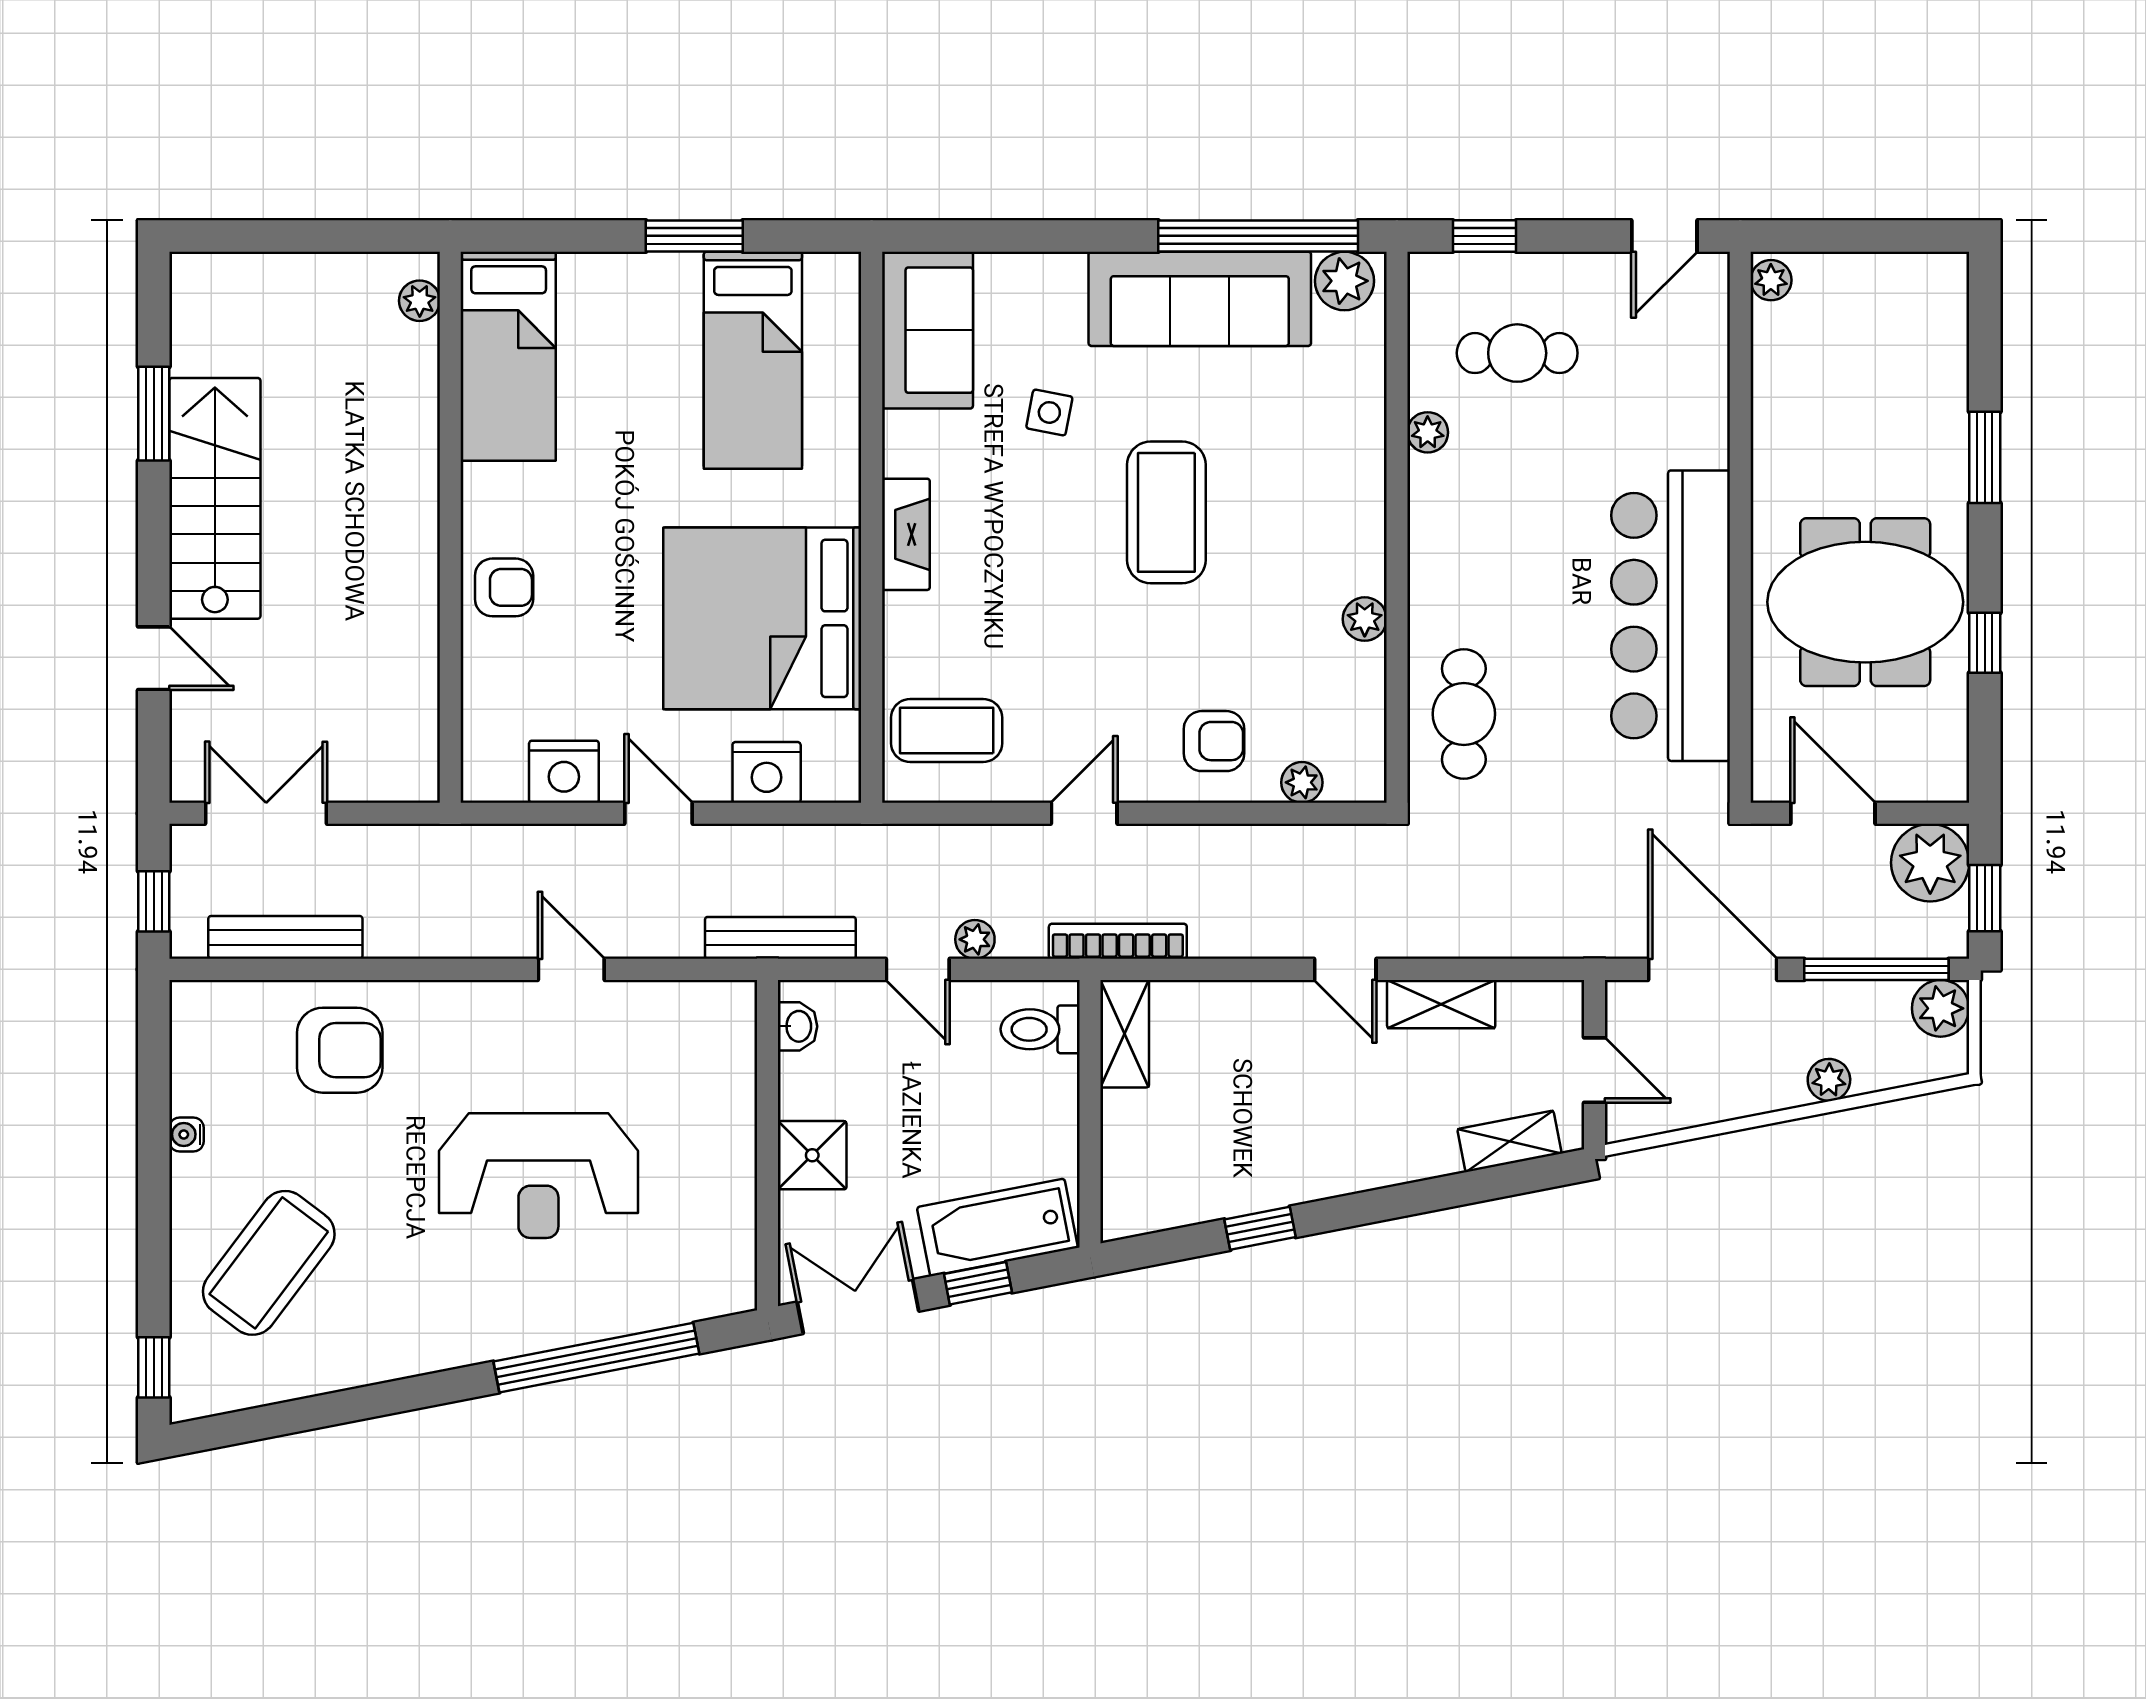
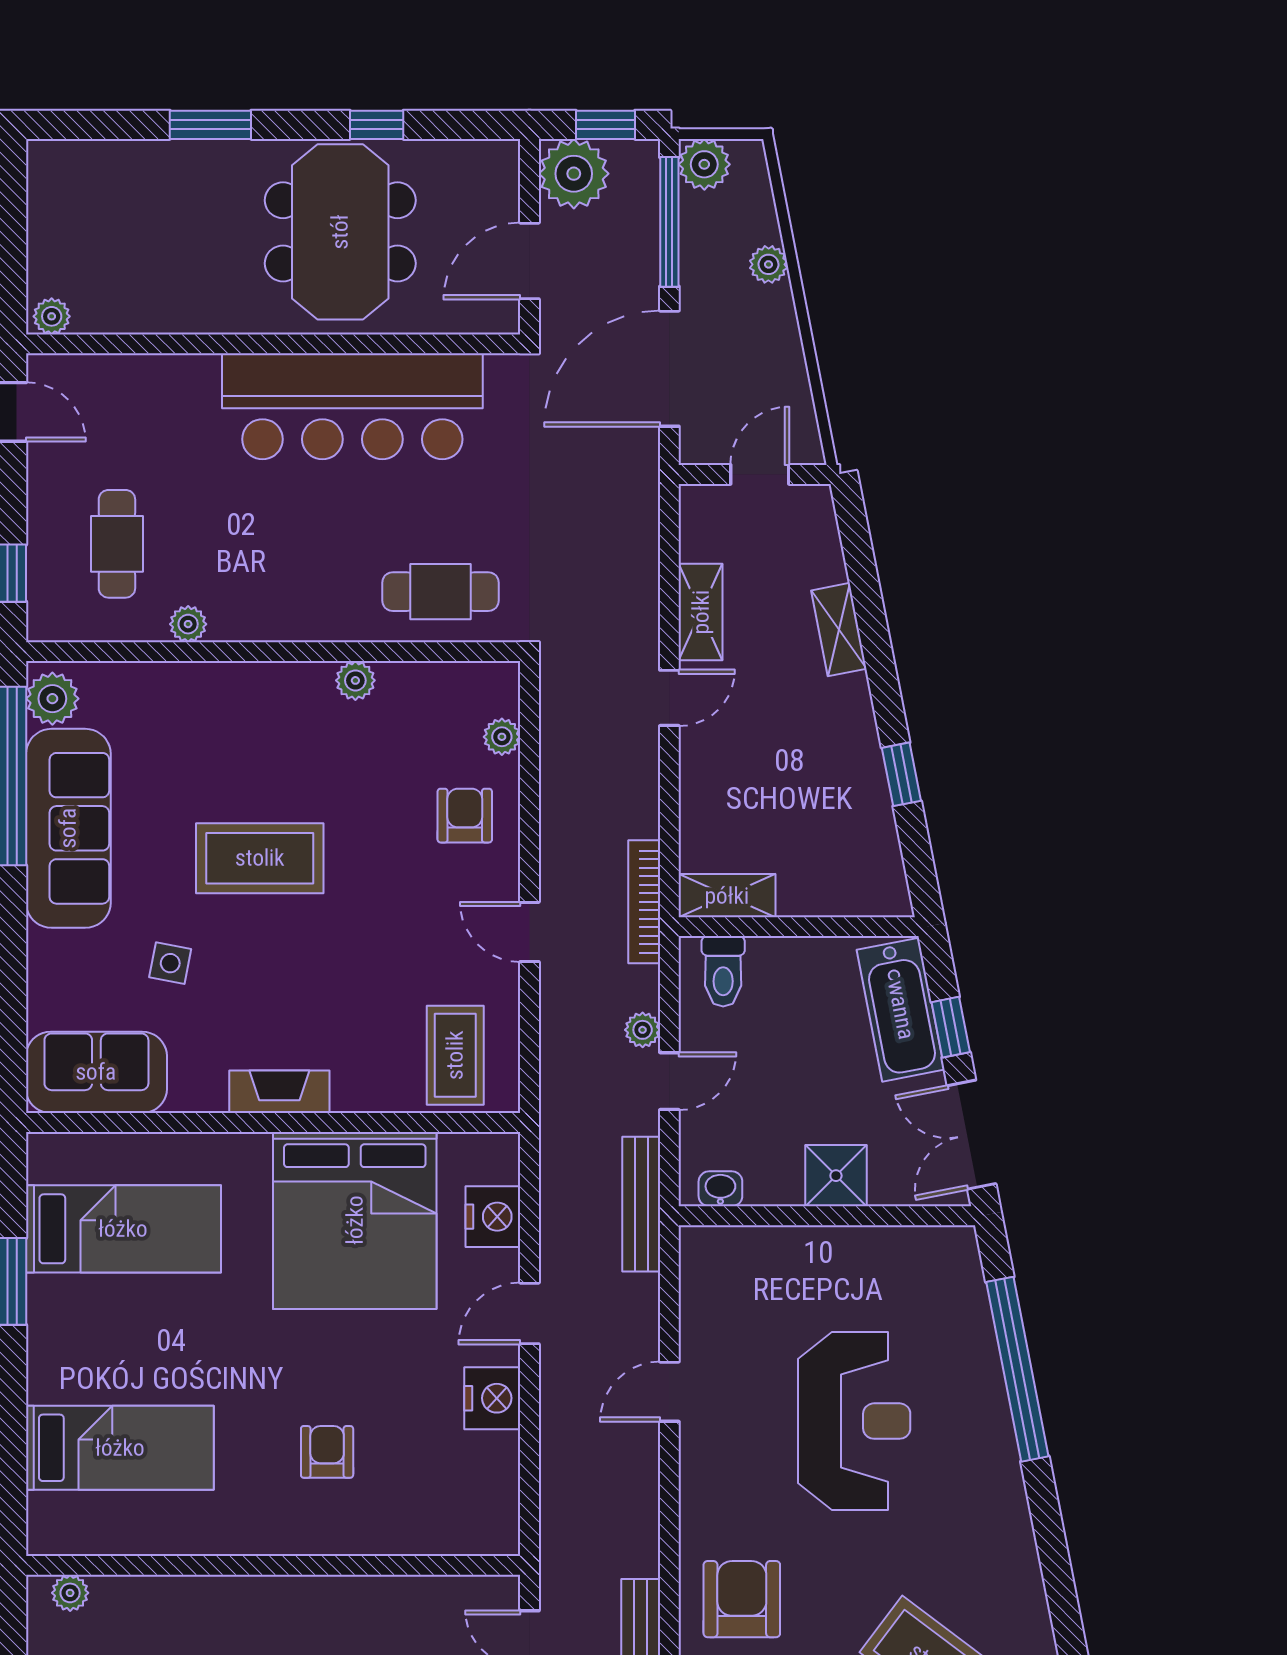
plant: (420, 301) -> (70, 1593), moved
wall: (450, 527) -> (273, 1565), moved
shelving: (1509, 1141) -> (839, 630), moved

